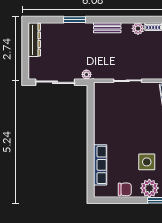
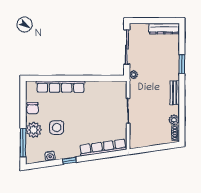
row of seats: (100, 165) -> (61, 87), width x1.36

